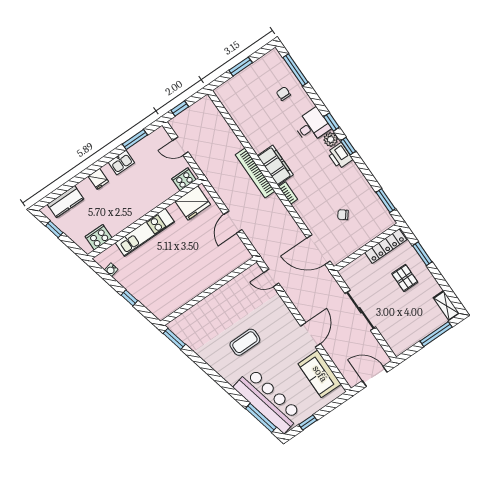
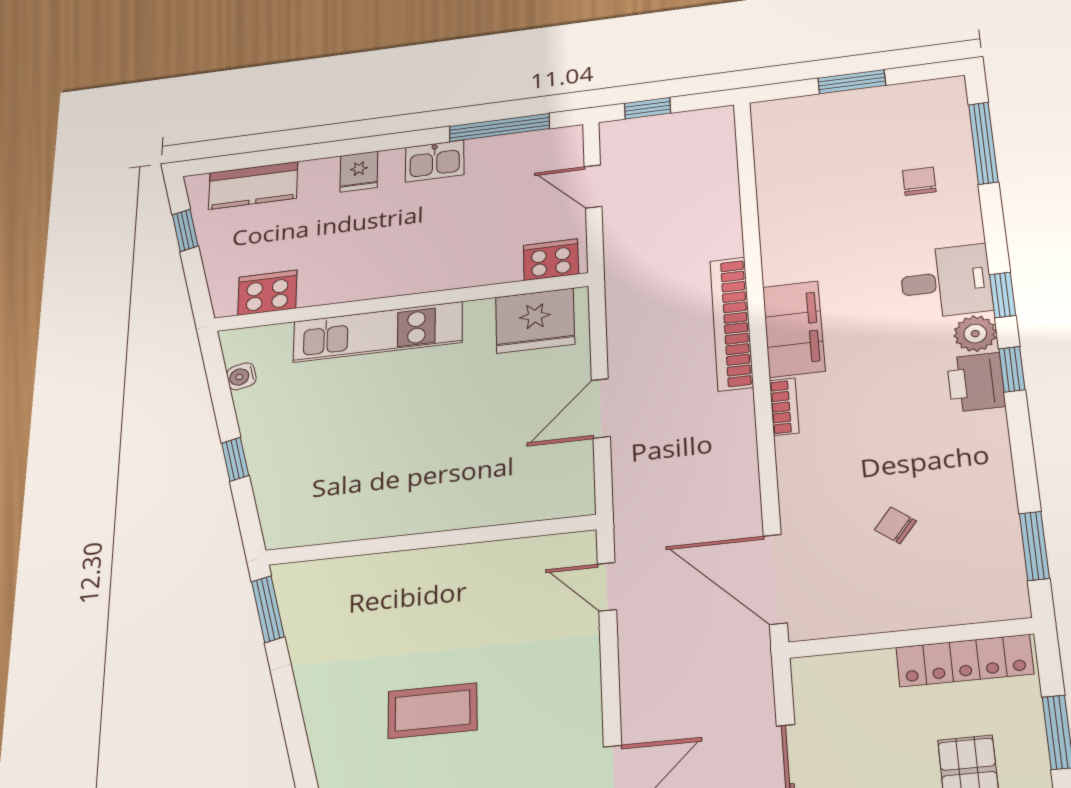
window: (135, 140) -> (499, 128), width x1.44

